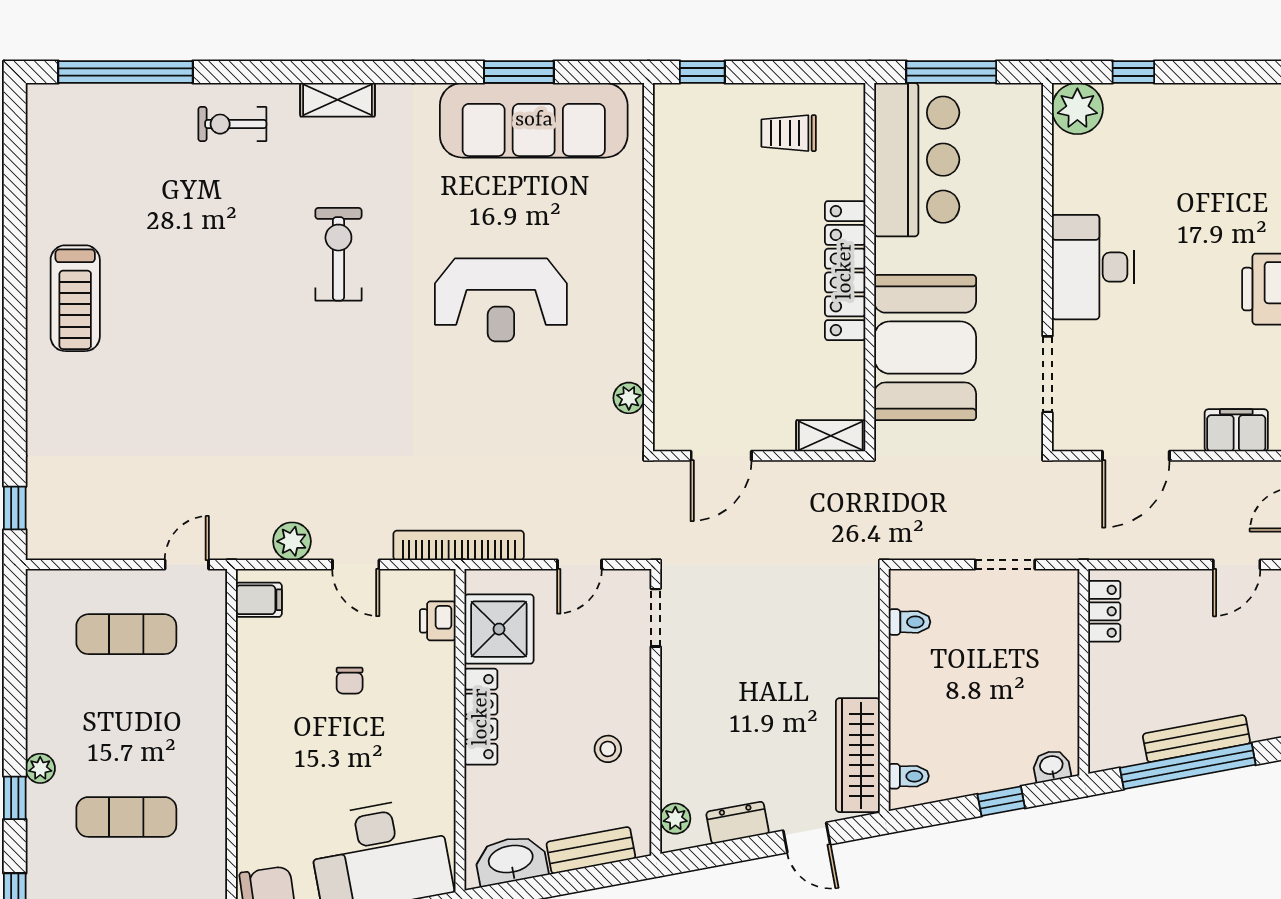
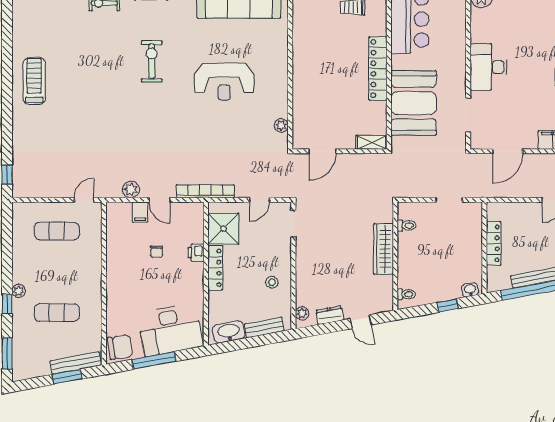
treadmill: (75, 298) -> (34, 81), turned 180
filing cabinet: (259, 600) -> (140, 212), moved, turned 90
locker: (1104, 611) -> (494, 243), moved, width x1.53
printer: (438, 621) -> (196, 253), moved
wardrobe: (858, 755) -> (384, 249), moved

